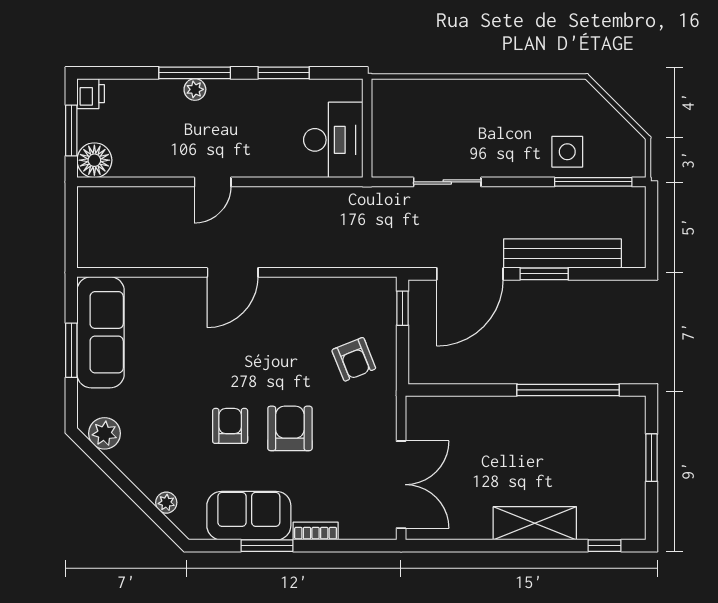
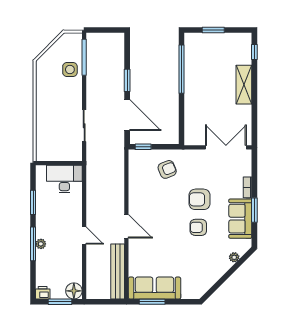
bench: (562, 254) -> (118, 272), moved
window: (71, 350) -> (152, 302), moved
plant: (104, 433) -> (202, 286), removed

